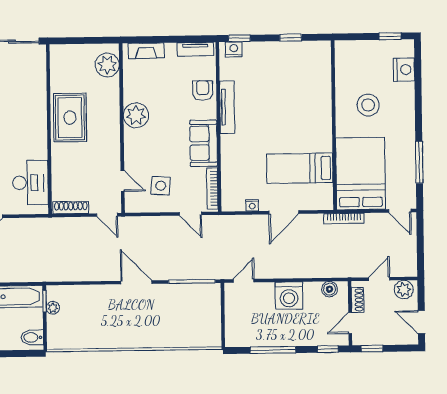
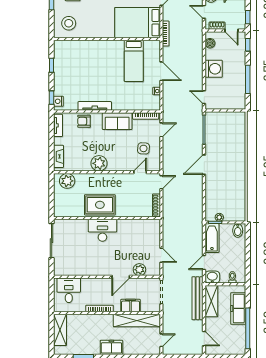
stool: (368, 105) -> (69, 23), moved
desk: (30, 183) -> (102, 230), moved

